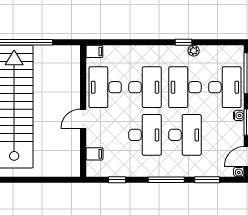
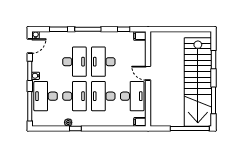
door: (83, 119) -> (148, 73), swing flipped
desk: (185, 135) -> (74, 62), turned 180
filing cabinet: (94, 154) -> (140, 36), moved

